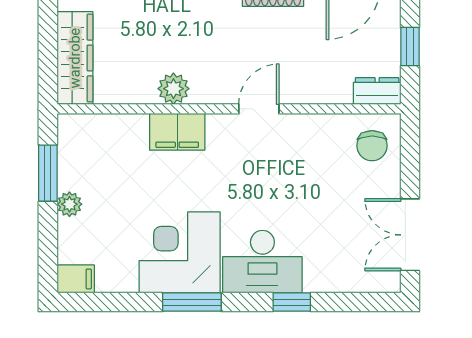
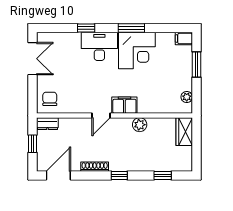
wardrobe: (75, 58) -> (184, 132), width x0.67
filing cabinet: (177, 132) -> (124, 105), moved
window: (48, 173) -> (196, 64), moved
plant: (69, 204) -> (187, 97), moved

